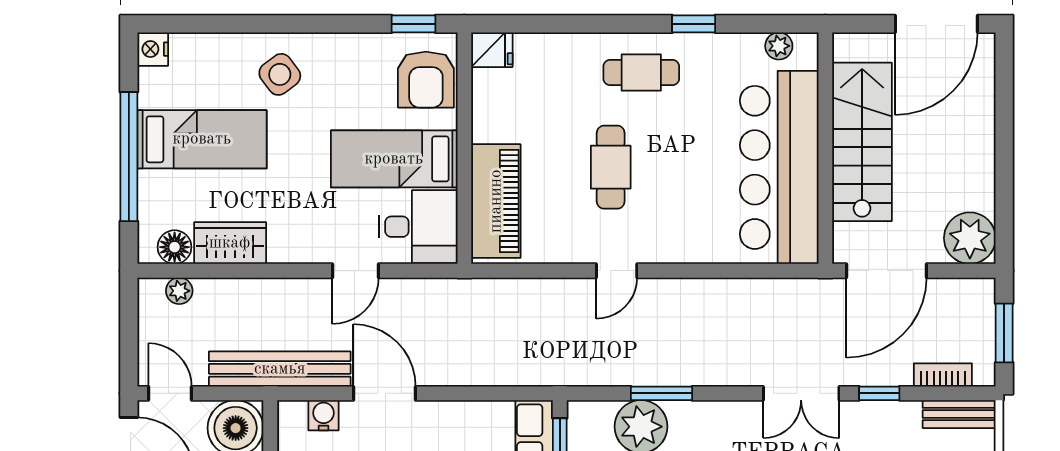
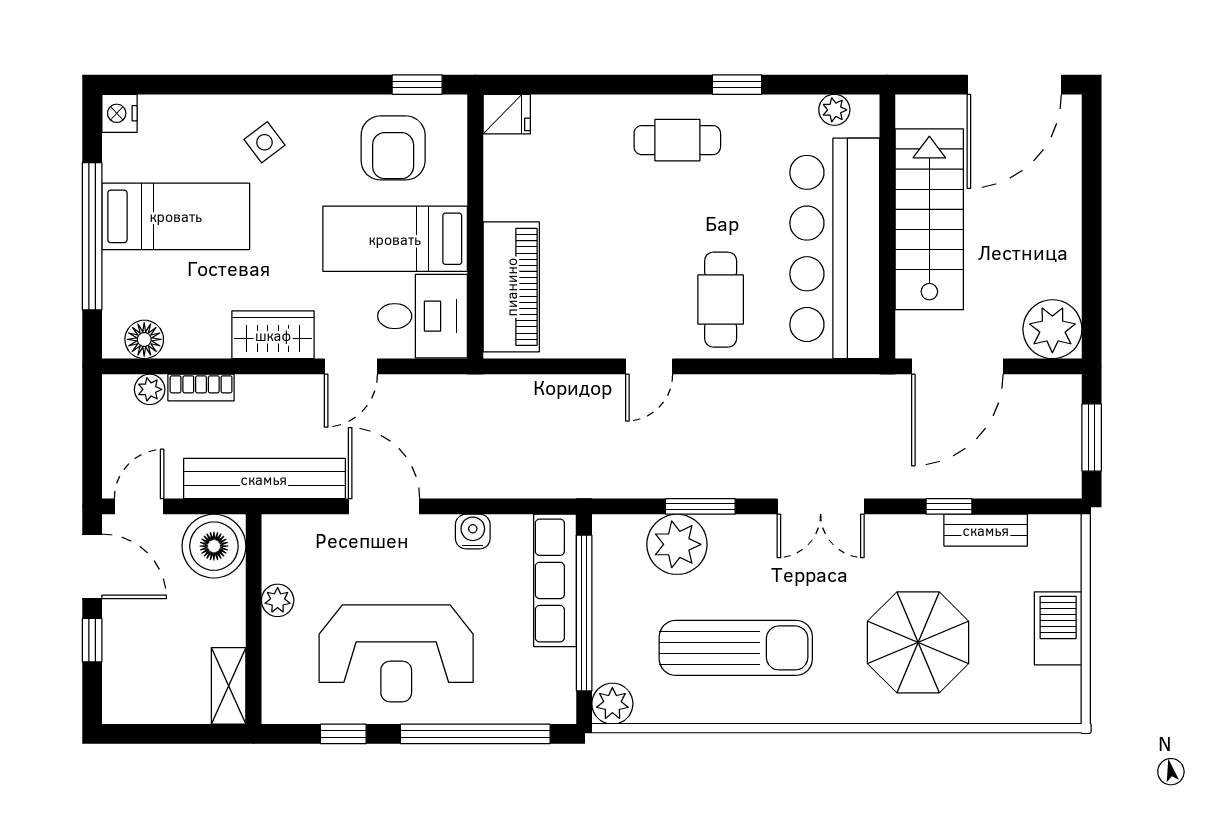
side table: (280, 74) -> (264, 142), width x0.73, depth x0.73
armchair: (426, 80) -> (393, 148), moved
cafe table: (611, 167) -> (721, 300), moved
wardrobe: (230, 243) -> (273, 335), moved
bookcase: (943, 375) -> (201, 388), moved, turned 180
door: (170, 393) -> (139, 506), hinge flipped
double door: (801, 393) -> (821, 506), moved
bench: (959, 414) -> (986, 530), moved
water cooler: (323, 415) -> (473, 532), moved

